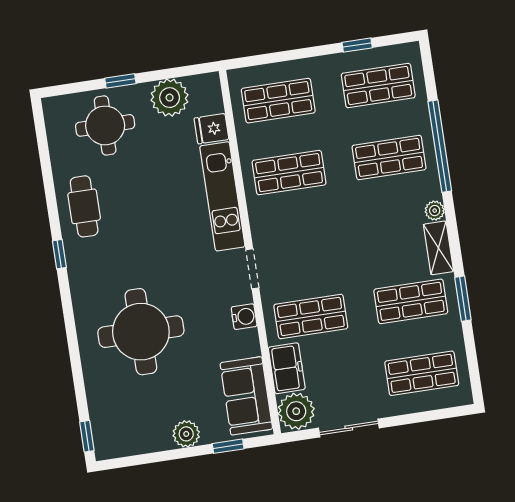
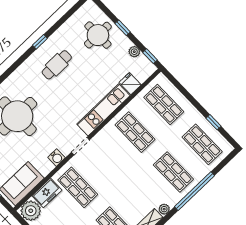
window: (192, 70) -> (150, 56), added
plant: (170, 98) -> (134, 52), width x0.53, depth x0.53
cafe table: (84, 206) -> (57, 65), moved
window: (59, 254) -> (40, 42), moved

